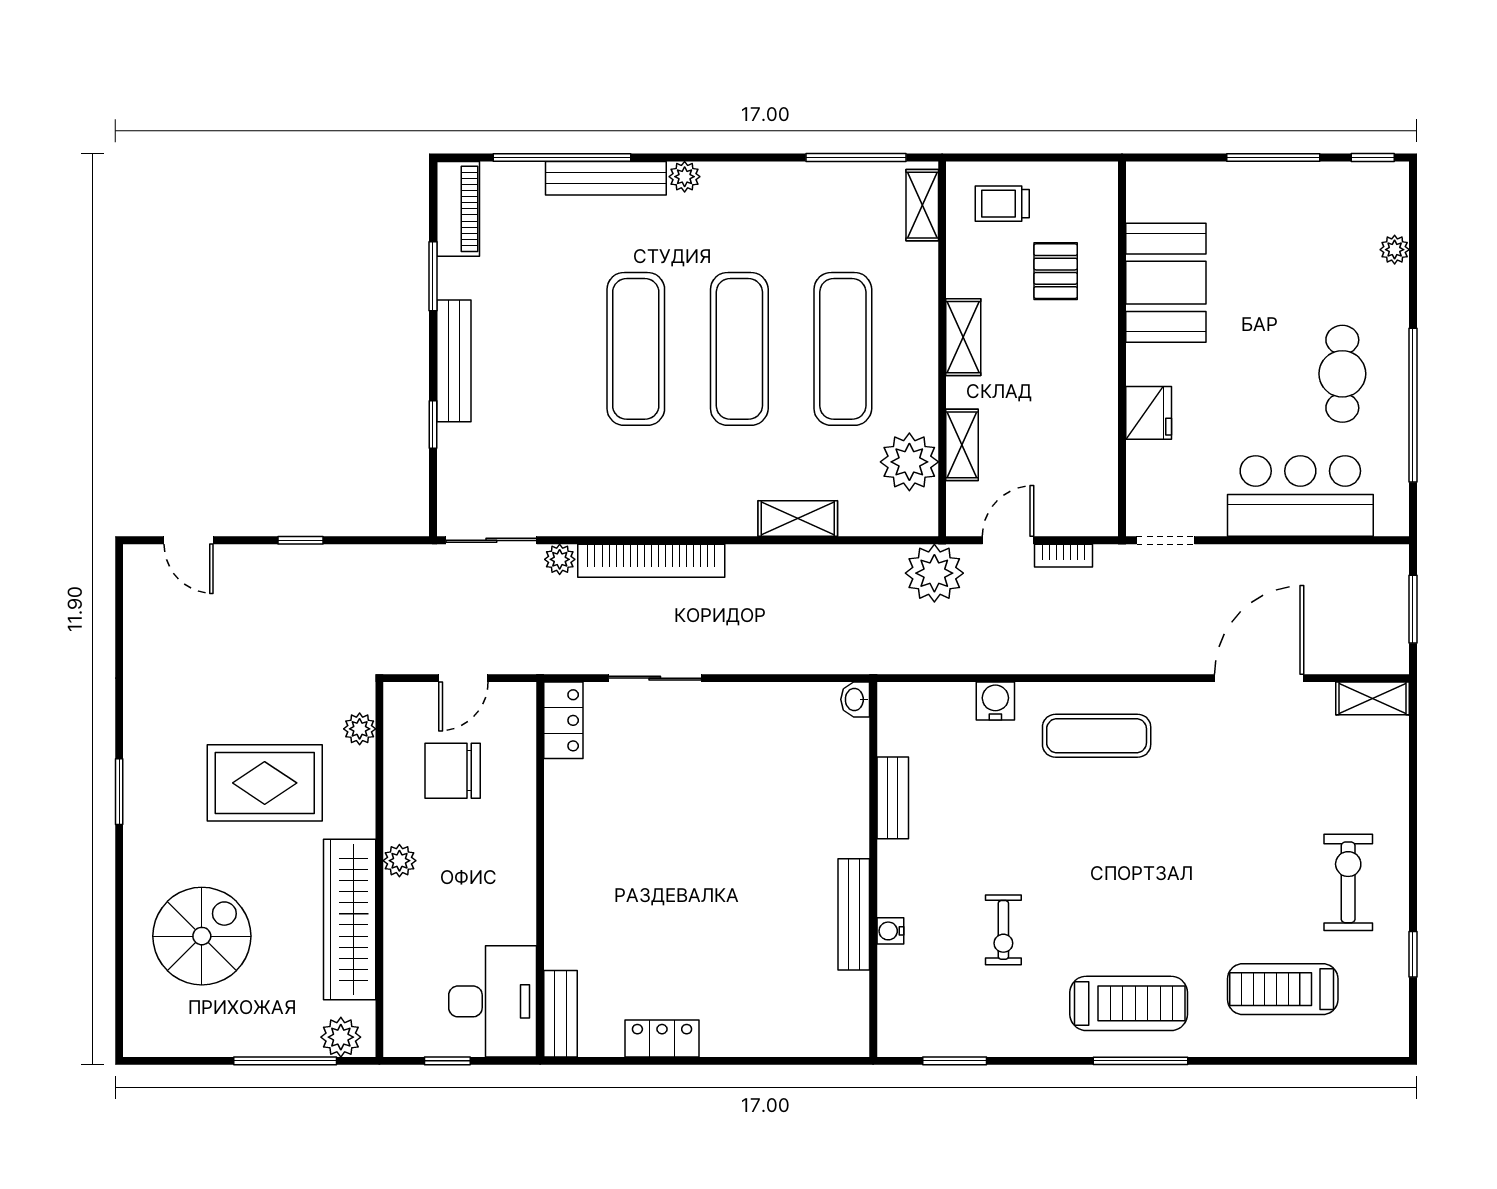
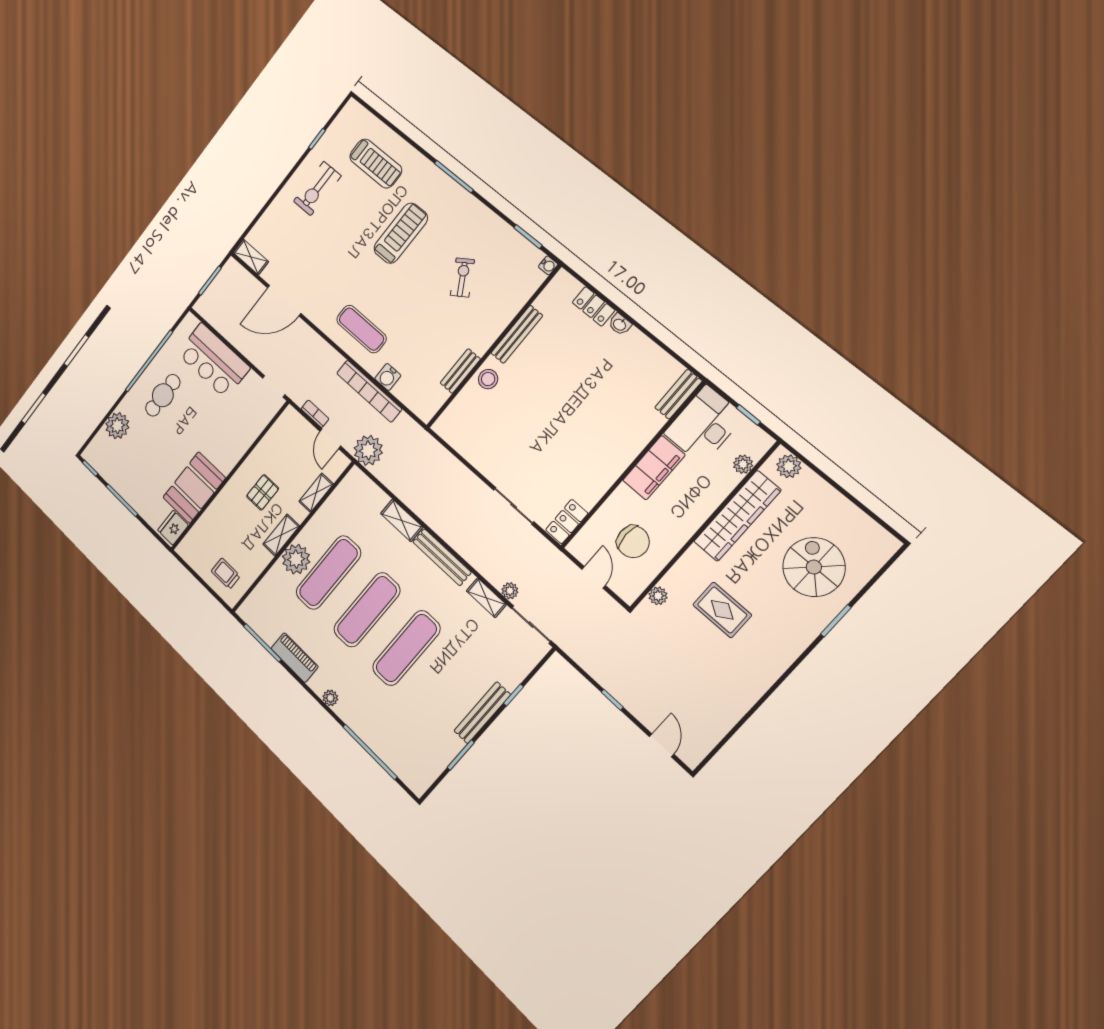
bench: (606, 178) -> (442, 557), moved
trolley: (1002, 204) -> (226, 574), turned 180
shelving: (922, 205) -> (486, 598), moved, turned 90
piano: (458, 209) -> (295, 658), moved, turned 90
plant: (1395, 250) -> (117, 426), width x1.87, depth x1.87
pallet: (1056, 271) -> (263, 492), moved
fridge: (1149, 413) -> (173, 528), moved
plant: (909, 462) -> (296, 559), moved
door: (1008, 540) -> (330, 439), hinge flipped
bookcase: (651, 561) -> (369, 391), moved, turned 180
door: (463, 678) -> (594, 577), hinge flipped
washbasin: (855, 699) -> (620, 324), moved, turned 90
rug: (265, 783) -> (722, 610), width x0.73, depth x0.70
window: (119, 792) -> (836, 621), moved
stool: (842, 820) -> (488, 379), added
plant: (399, 861) -> (743, 464), moved
filing cabinet: (509, 891) -> (654, 468), added
exercise bike: (1003, 930) -> (462, 278), turned -32
water cooler: (890, 931) -> (548, 265), moved
spiral stairs: (202, 936) -> (814, 567), turned 90
treadmill: (1129, 1003) -> (401, 233), moved, turned 90
locker: (662, 1038) -> (594, 306), moved
window: (285, 1061) -> (825, 477), removed

